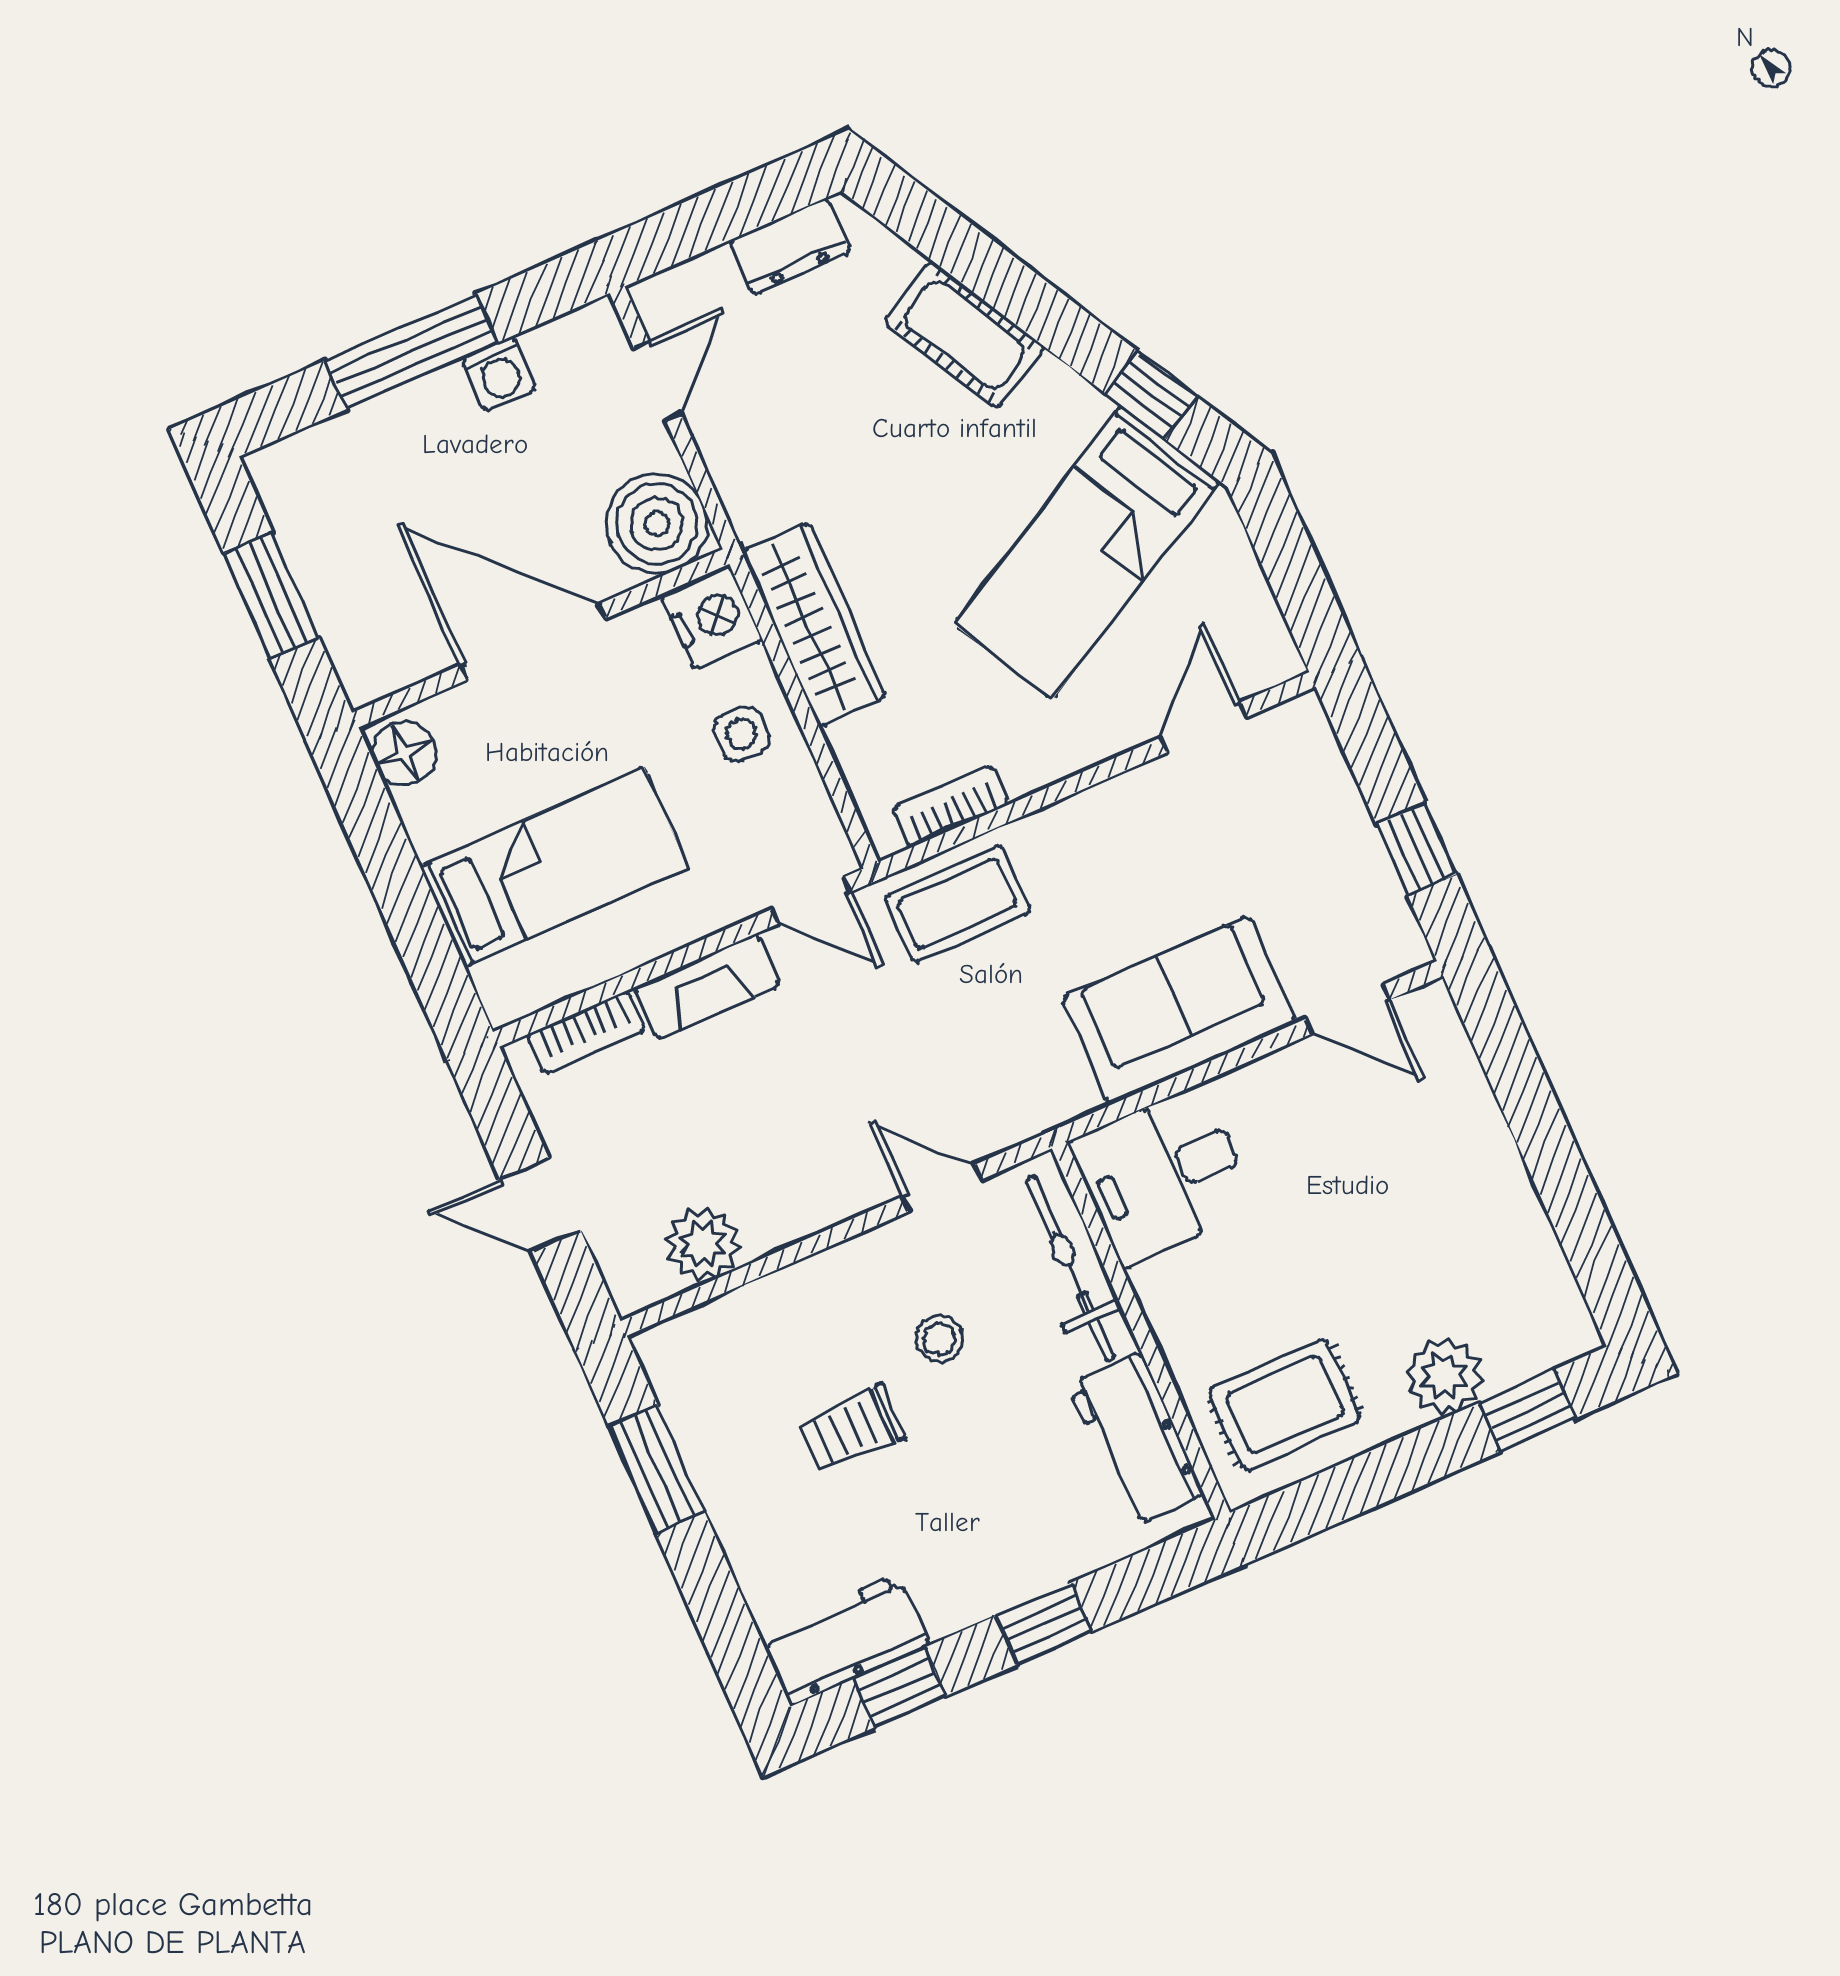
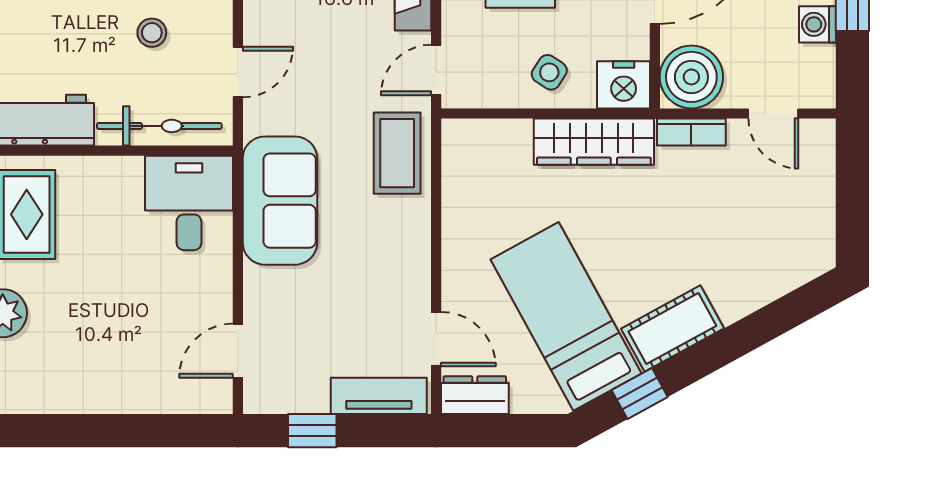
dresser: (790, 246) -> (475, 395), moved, turned 90
cot: (965, 335) -> (672, 329), moved
side table: (741, 734) -> (549, 72), turned 33
tv unit: (1323, 774) -> (379, 396), added
bookcase: (951, 806) -> (691, 132), moved, turned 90
sofa: (1179, 1010) -> (280, 201), moved

